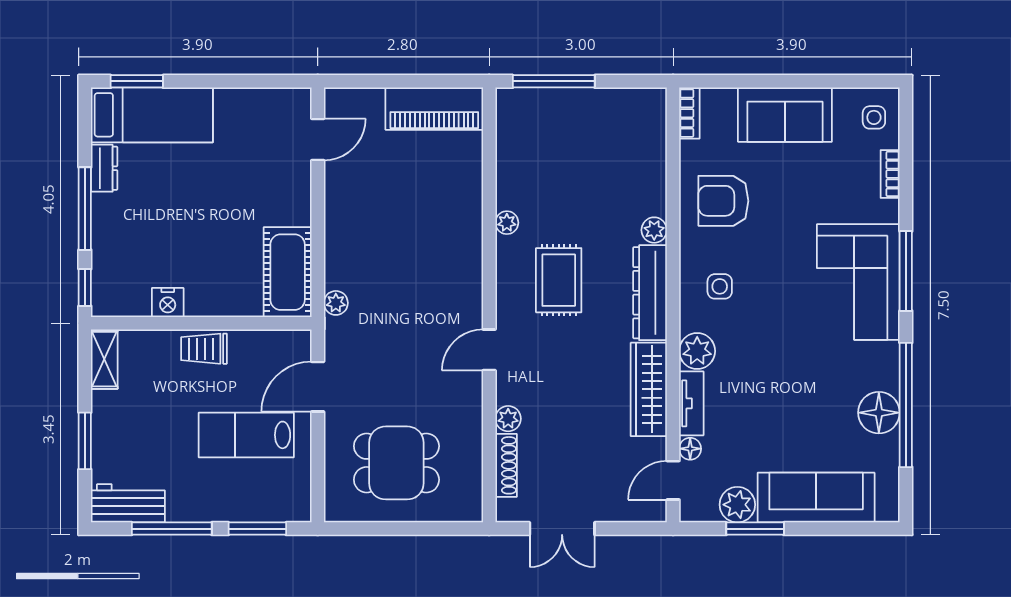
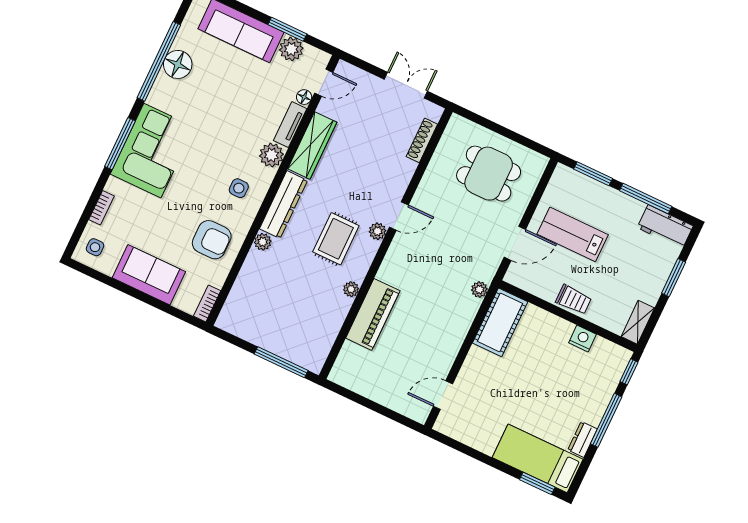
piano: (434, 109) -> (373, 314), moved, turned 90
plant: (508, 419) -> (377, 231), moved
lab bench: (246, 435) -> (573, 234), turned 180

